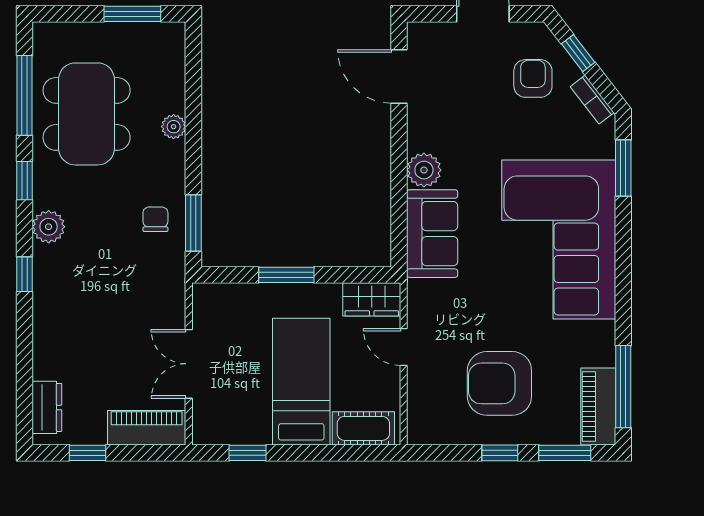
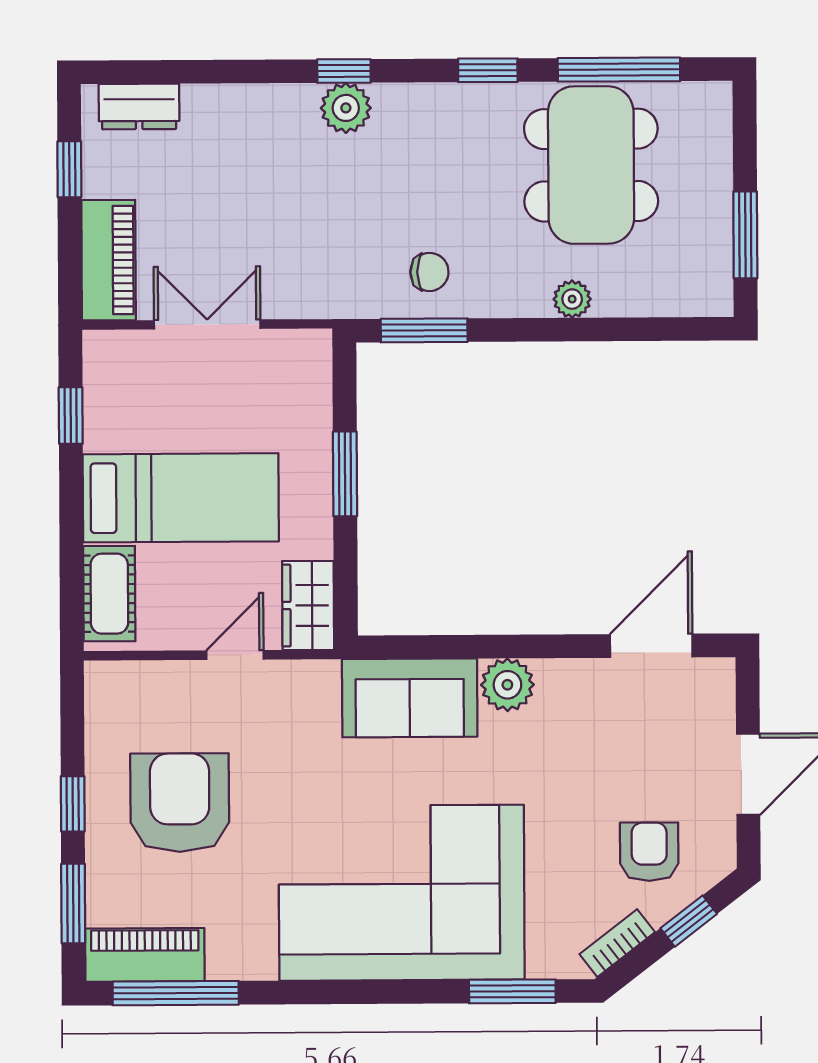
armchair: (533, 78) -> (649, 852), turned -90
dining table: (87, 114) -> (591, 165), turned 90
plant: (49, 227) -> (346, 108), moved

